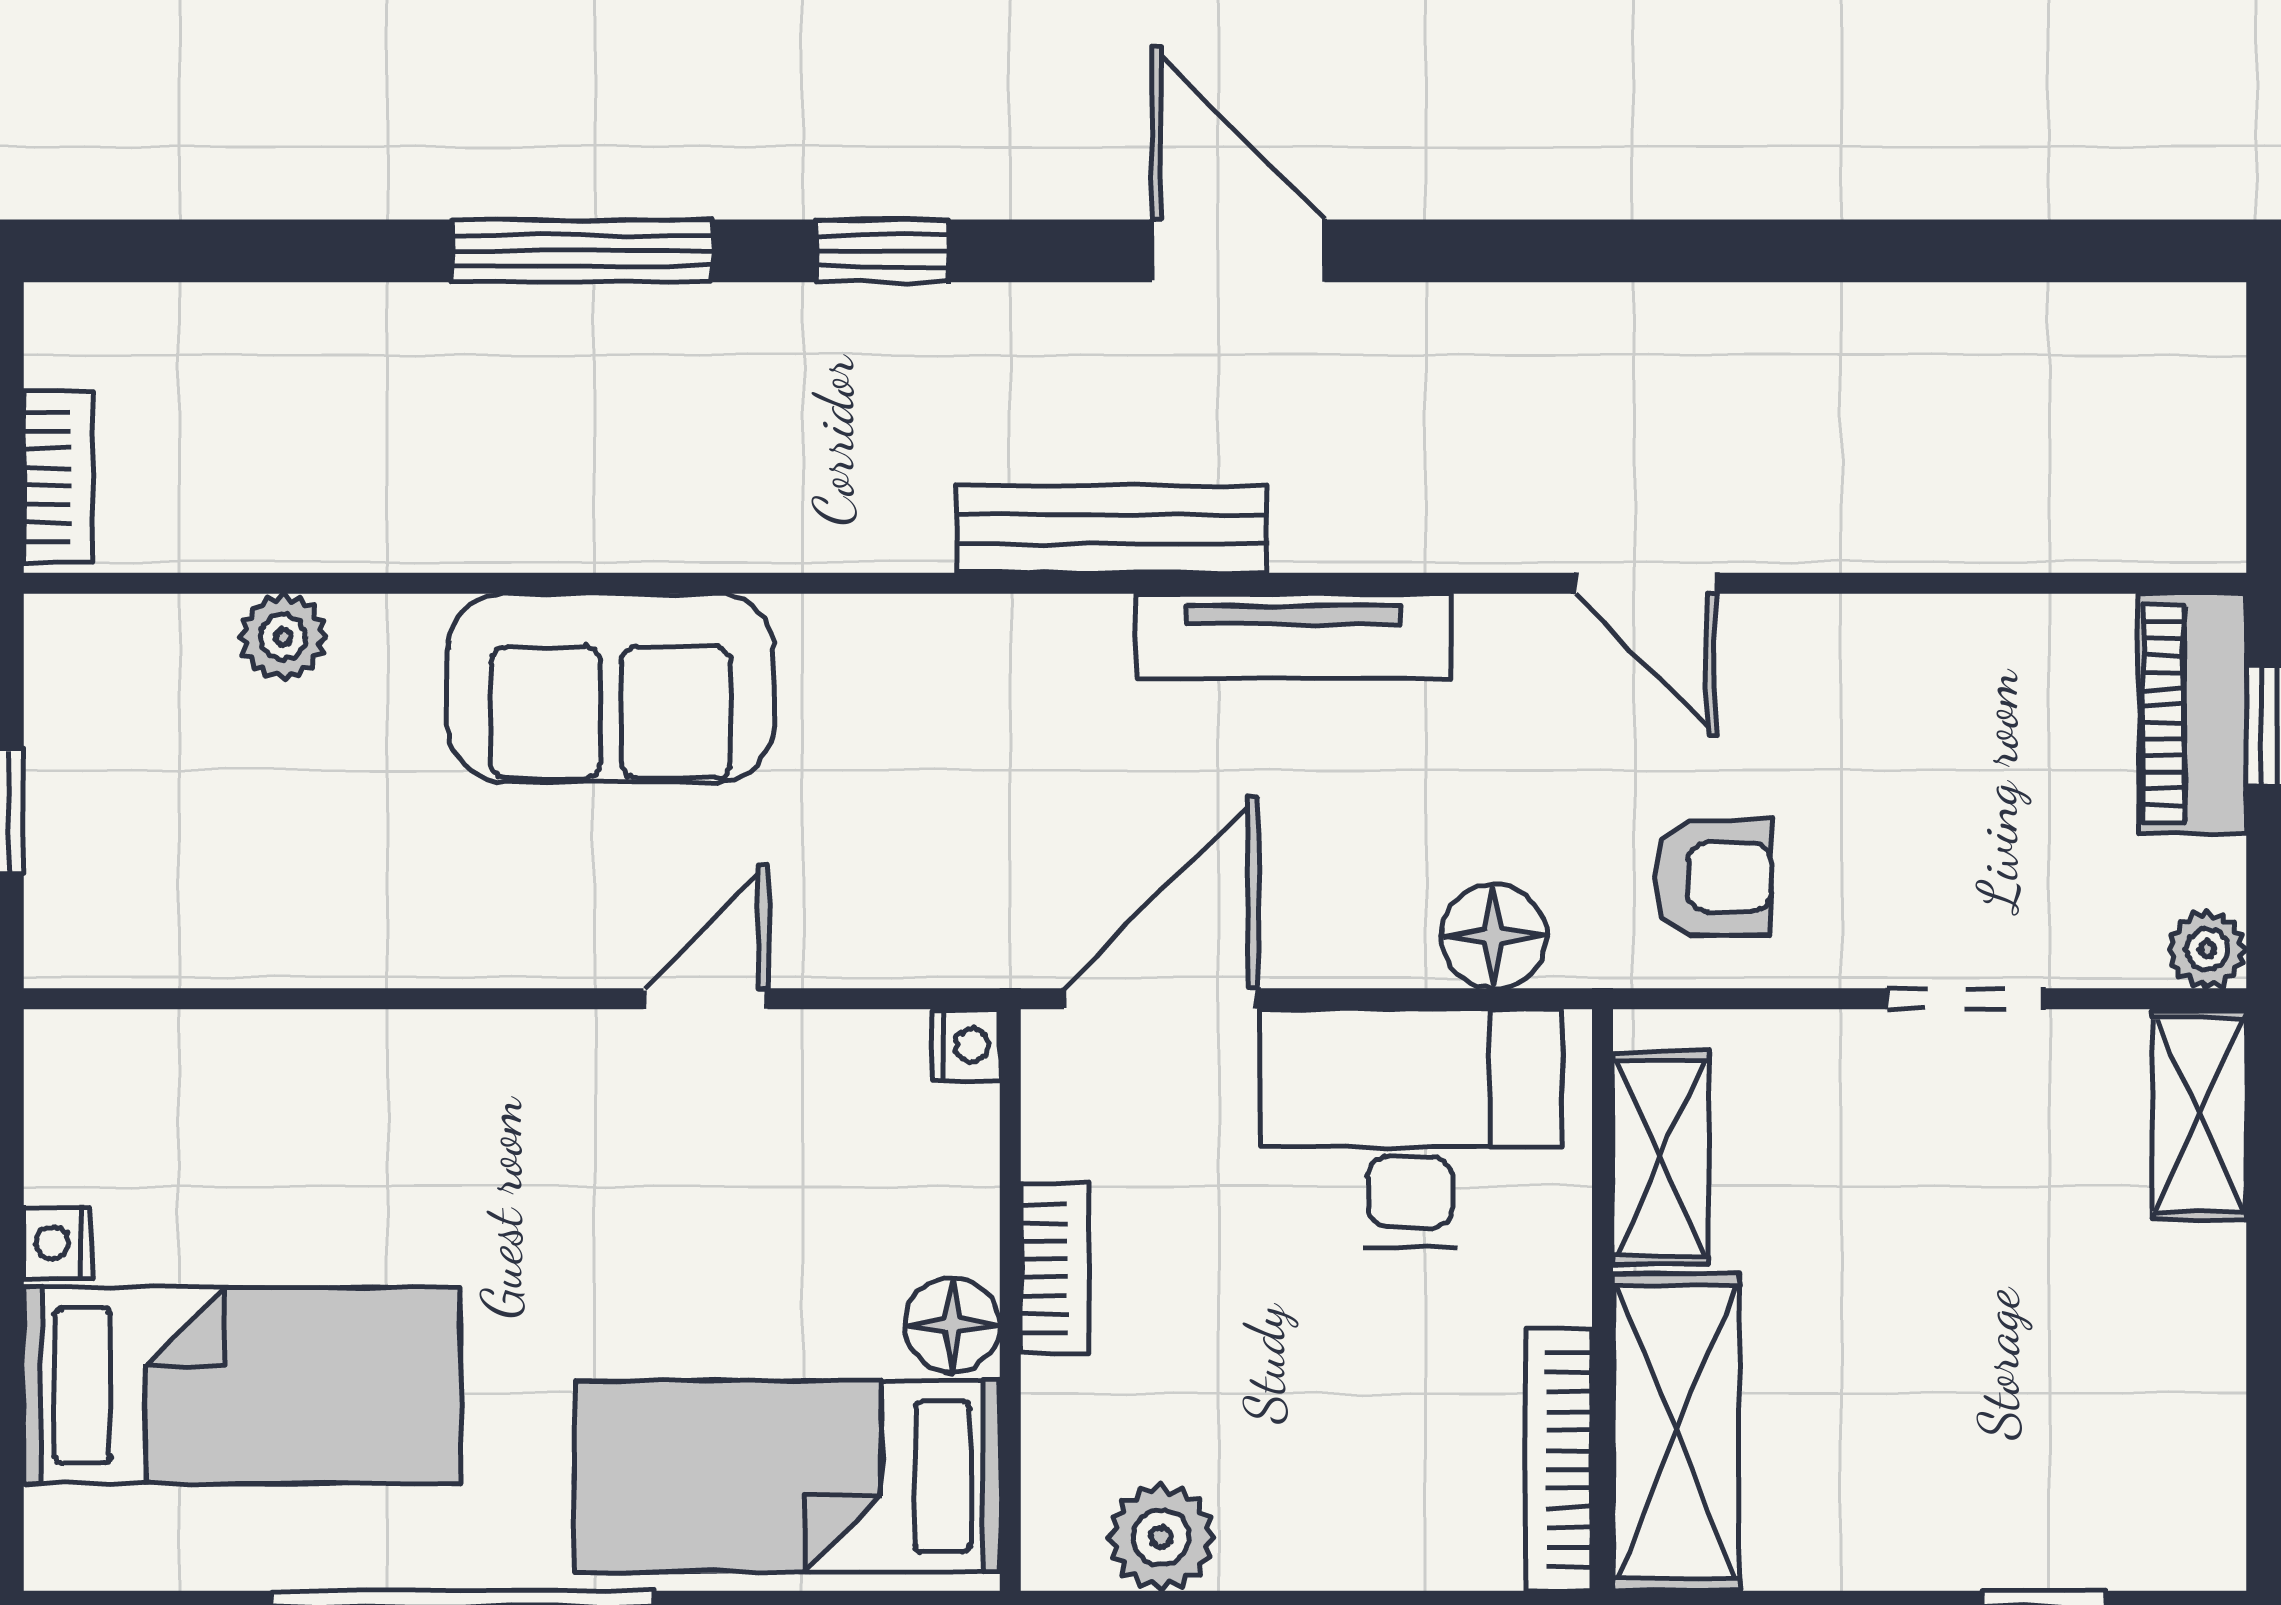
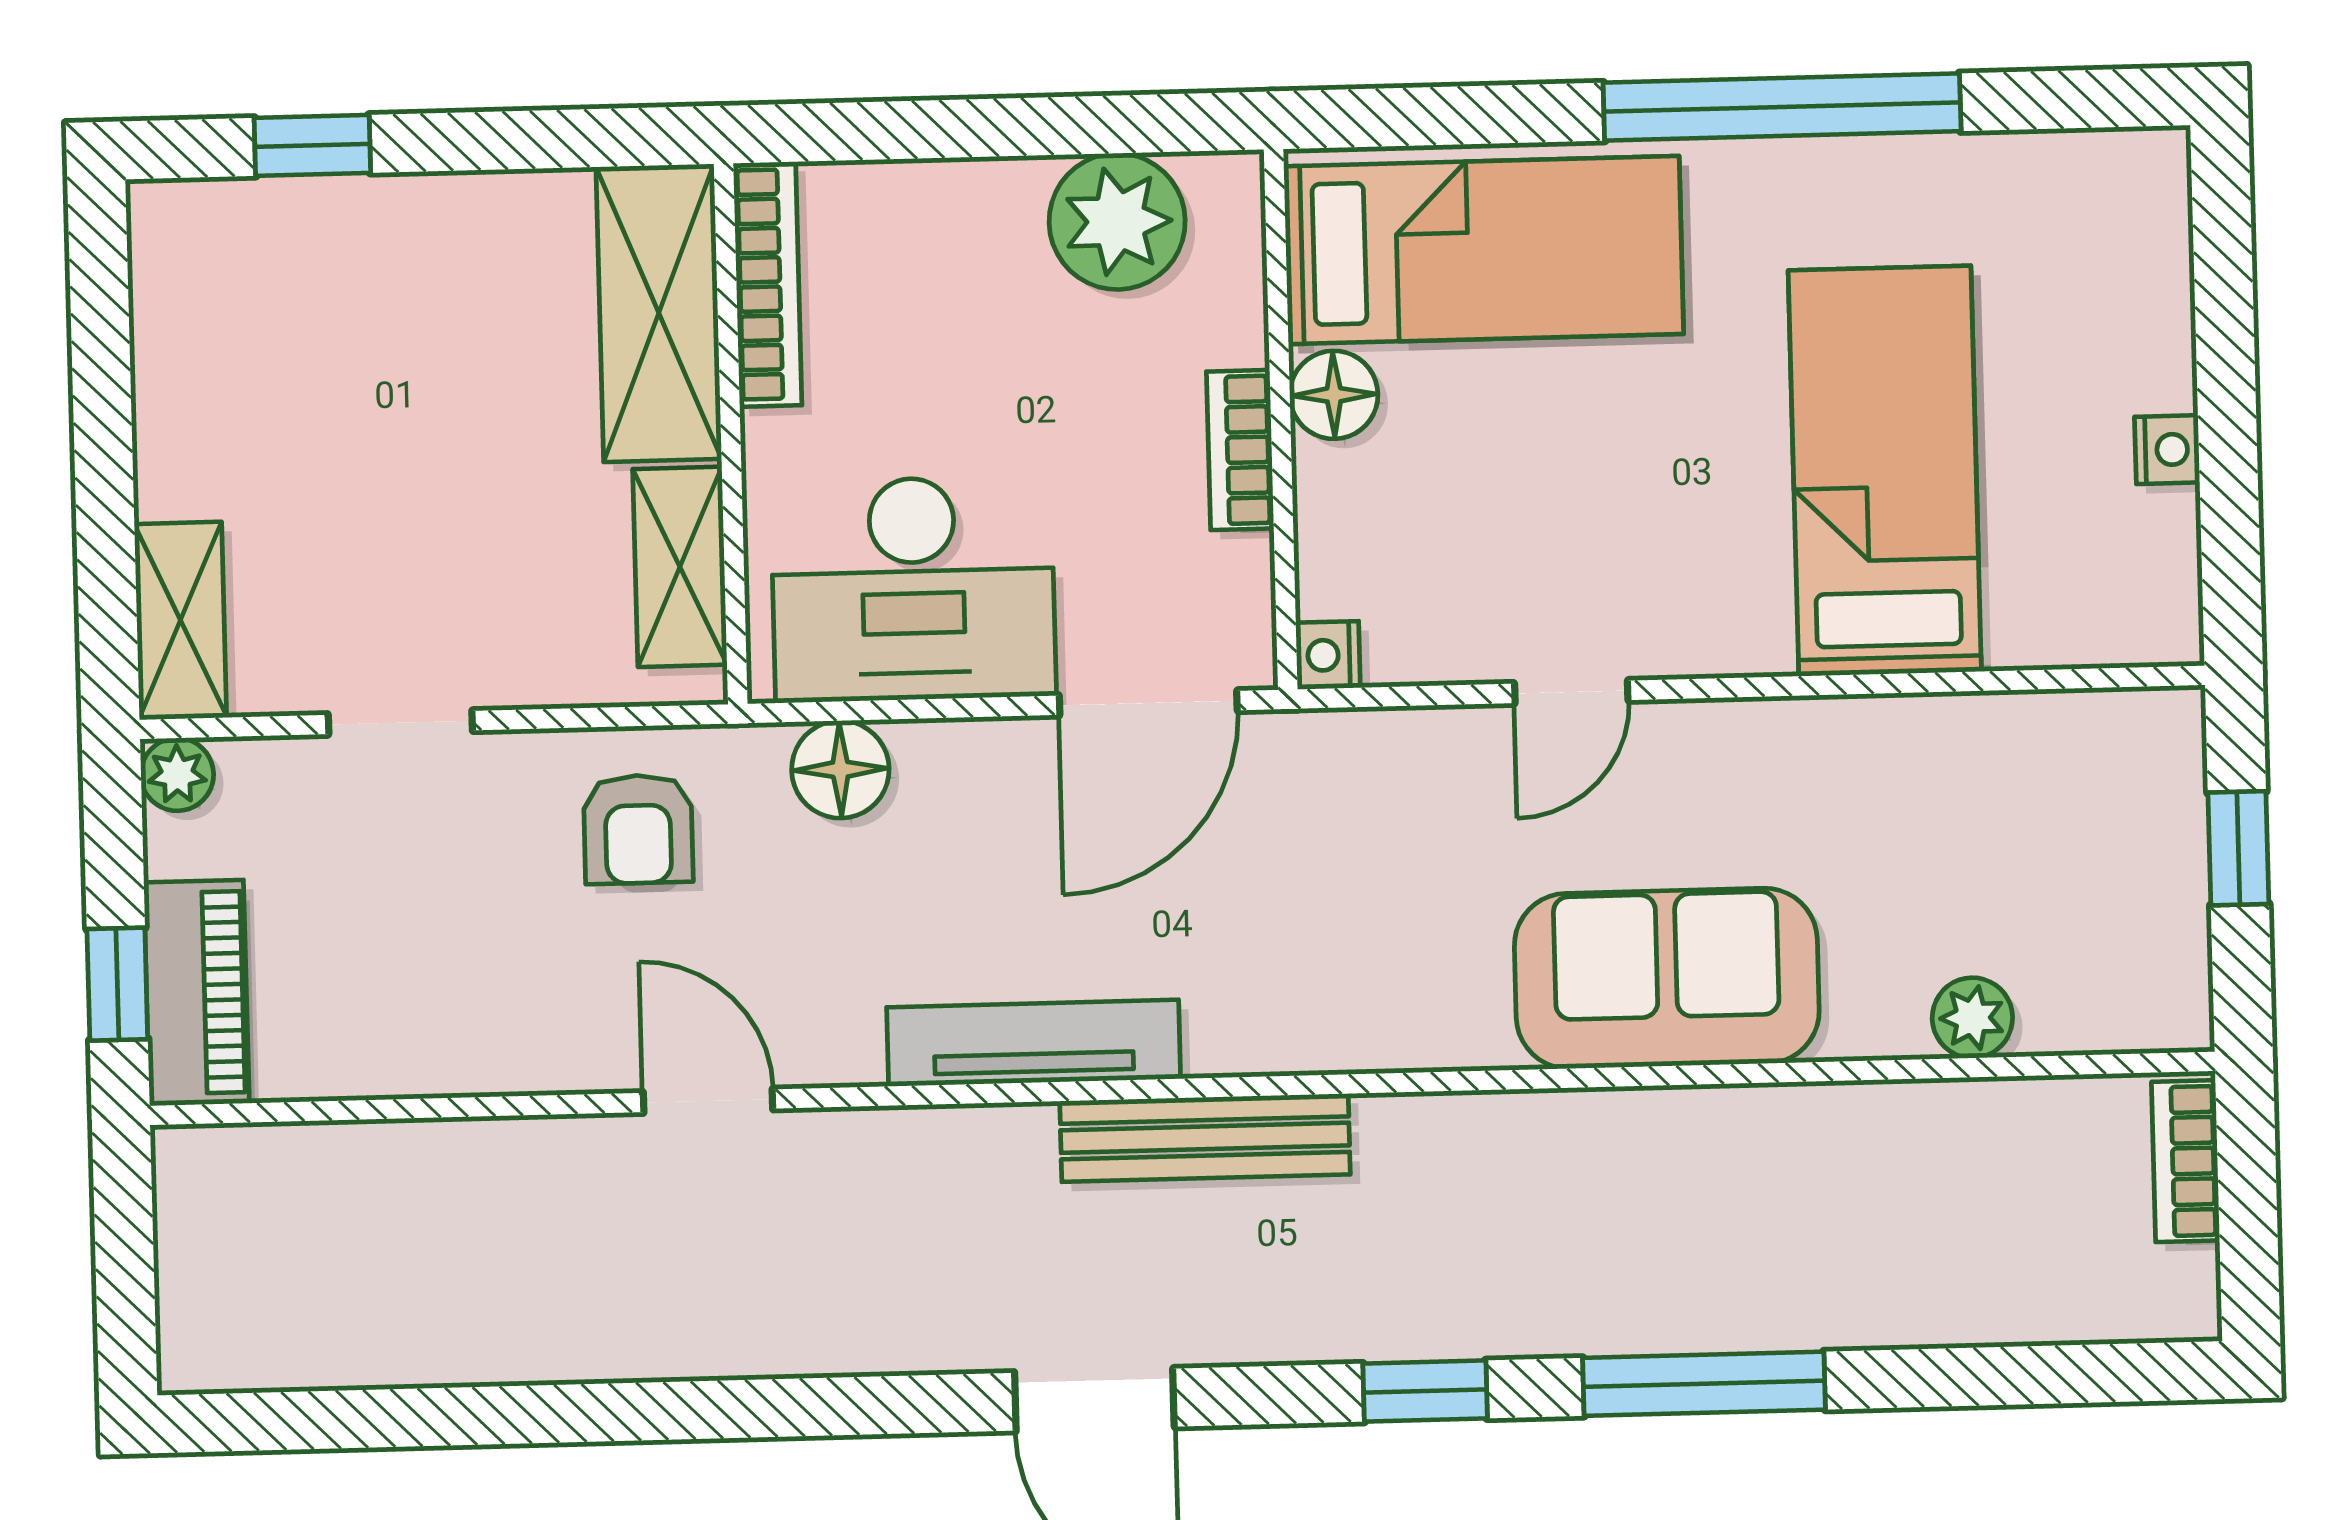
armchair: (1713, 877) -> (638, 829), turned -90
bed: (242, 1385) -> (1885, 471), moved, turned 90
plant: (1161, 1537) -> (1117, 221), width x1.36, depth x1.36

